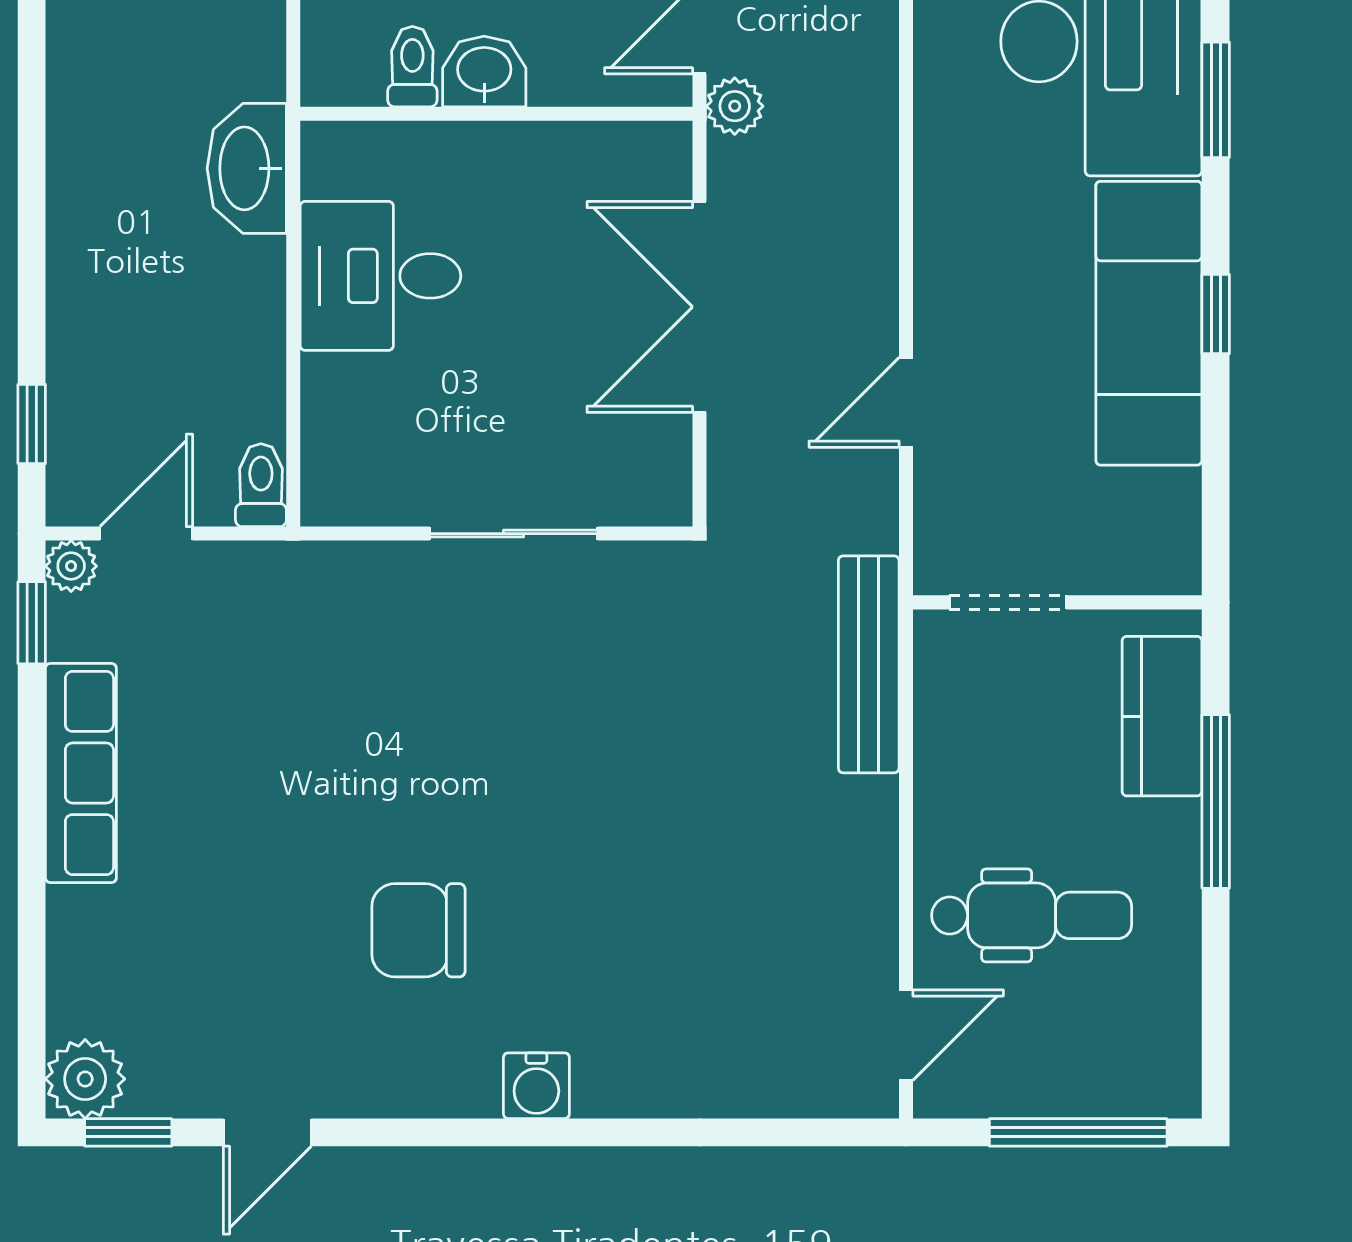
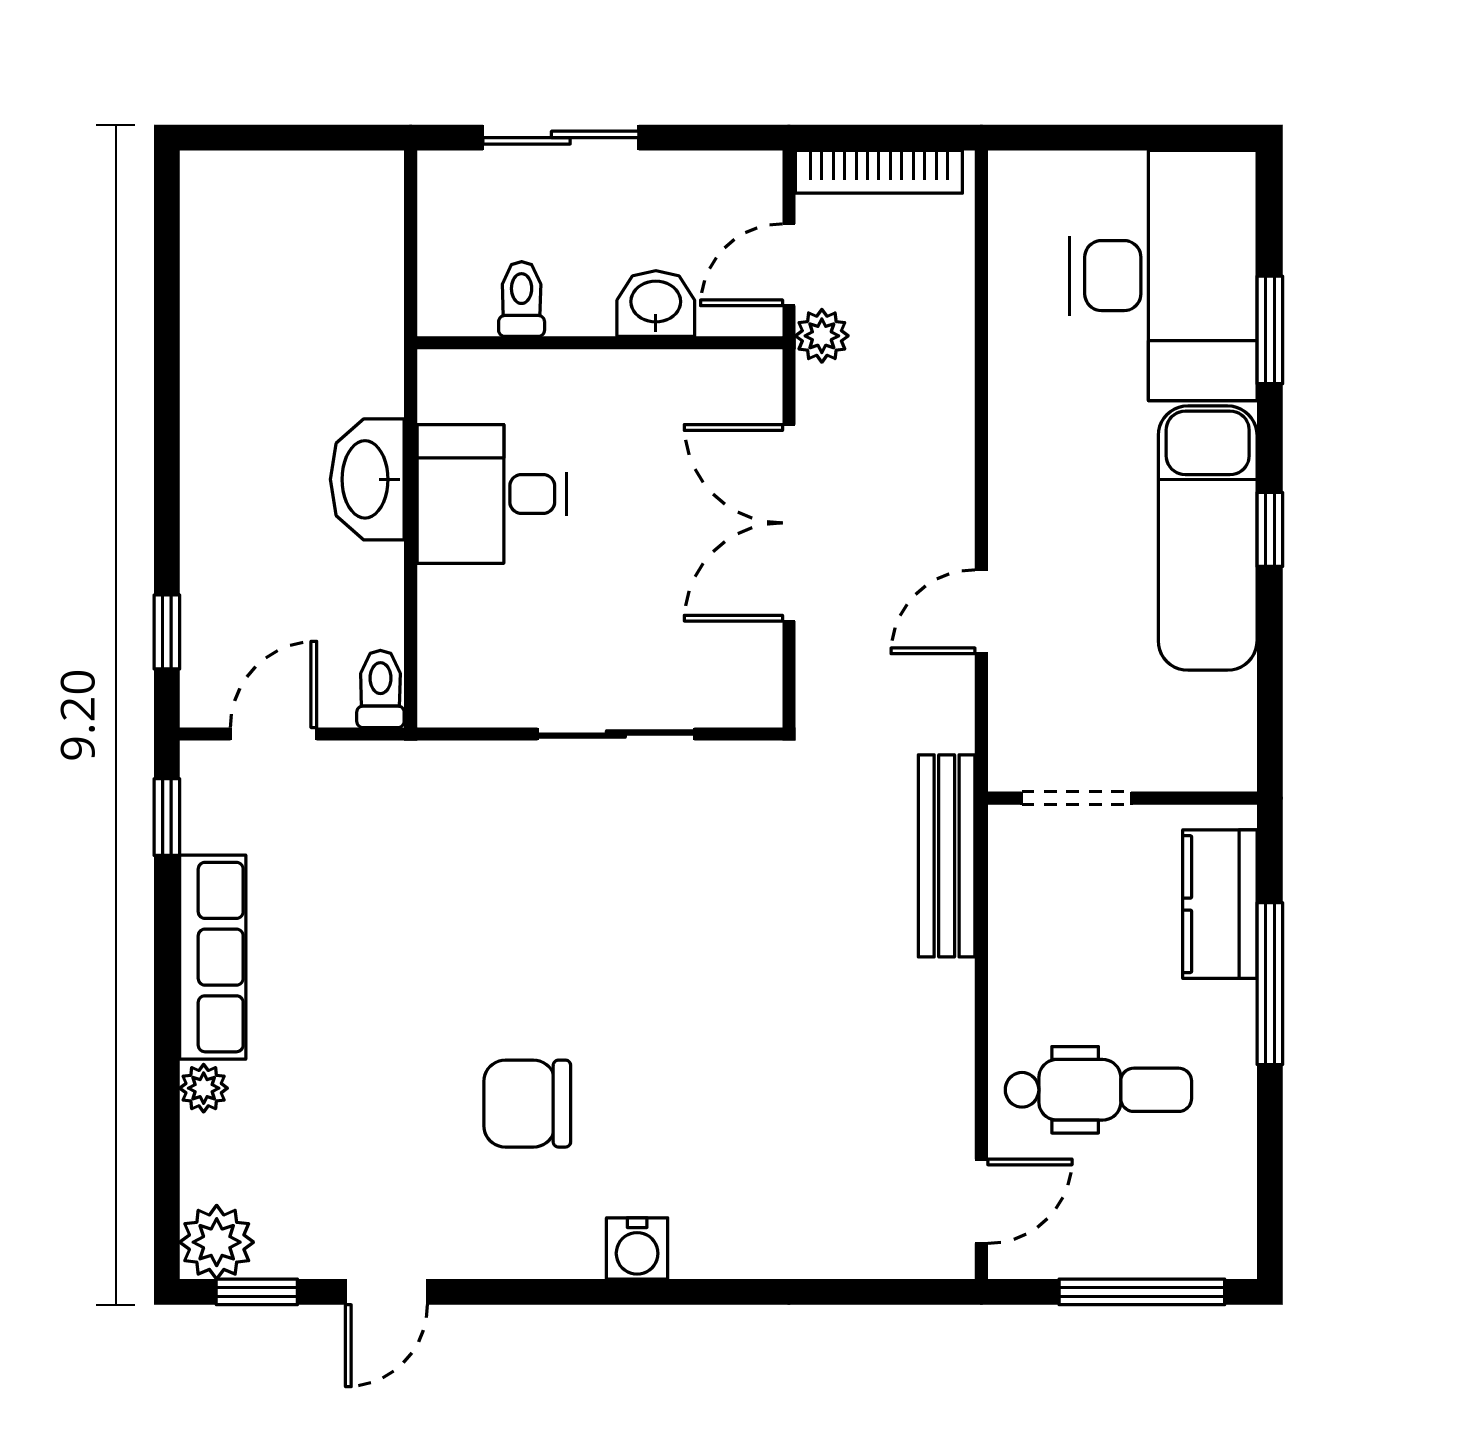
washbasin: (484, 71) -> (656, 304), moved
washbasin: (247, 168) -> (367, 479), moved
plant: (71, 566) -> (204, 1088), moved

